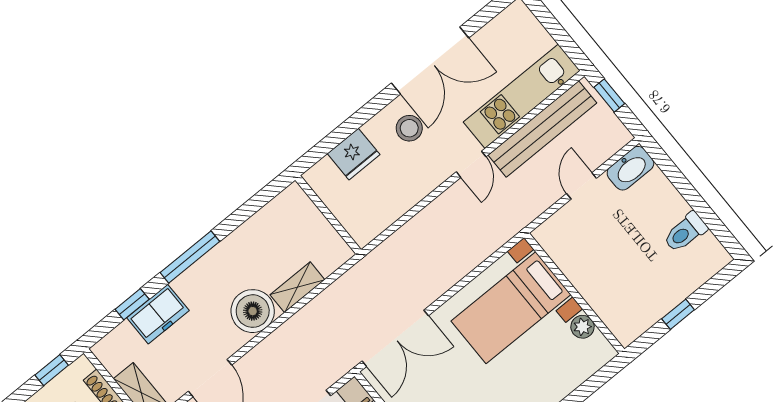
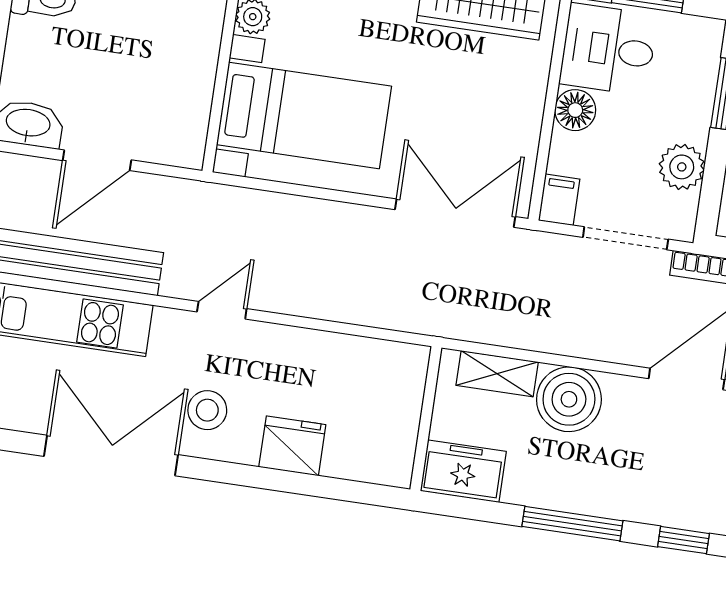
door: (471, 164) -> (222, 310), moved
door: (582, 186) -> (97, 160), width x1.38
wall: (328, 215) -> (426, 419), moved
freezer: (158, 314) -> (463, 471), moved

